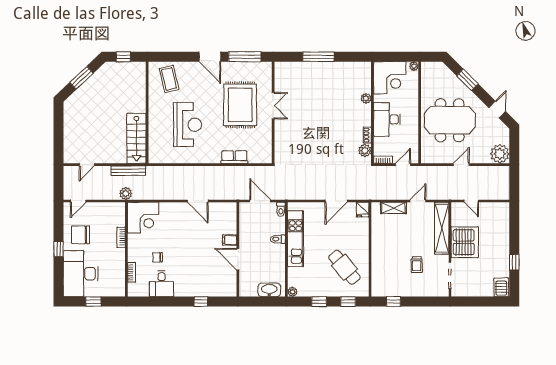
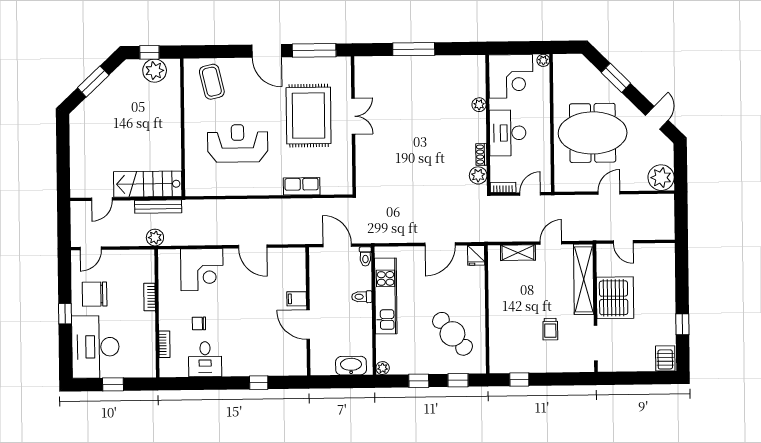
plant: (127, 70) -> (155, 71), added
reception desk: (188, 125) -> (238, 143), turned -90
stairs: (136, 138) -> (148, 184), moved, turned 90
corner desk: (143, 218) -> (202, 270), moved

